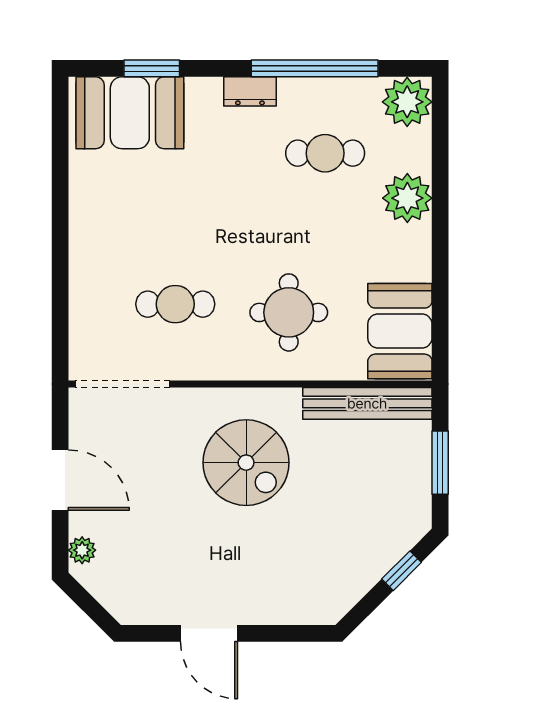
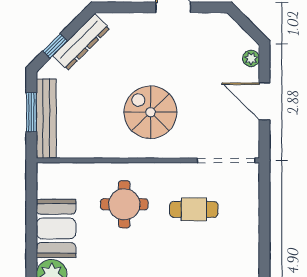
booth: (400, 331) -> (56, 228), moved
bench: (367, 403) -> (46, 118), moved, turned 90
dresser: (359, 577) -> (81, 42), added

